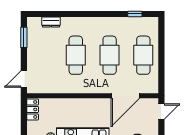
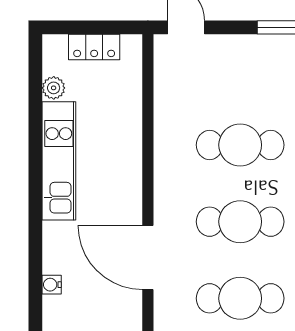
locker: (33, 109) -> (94, 47), moved

